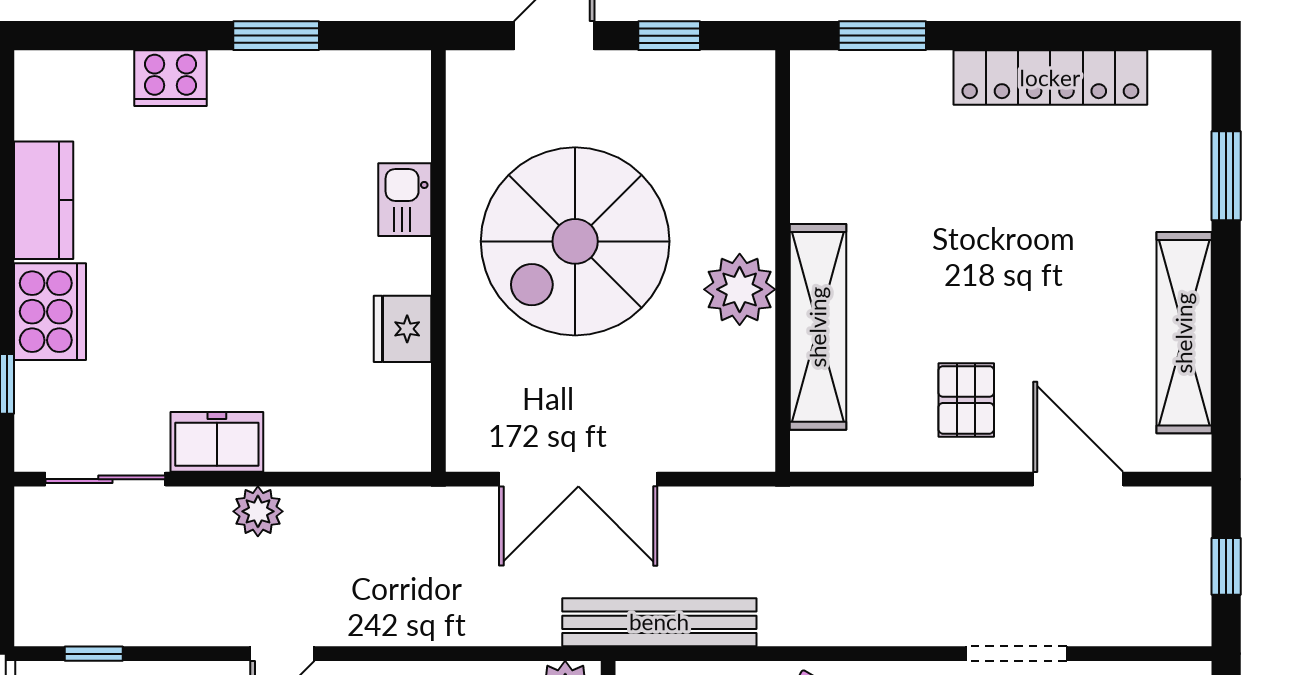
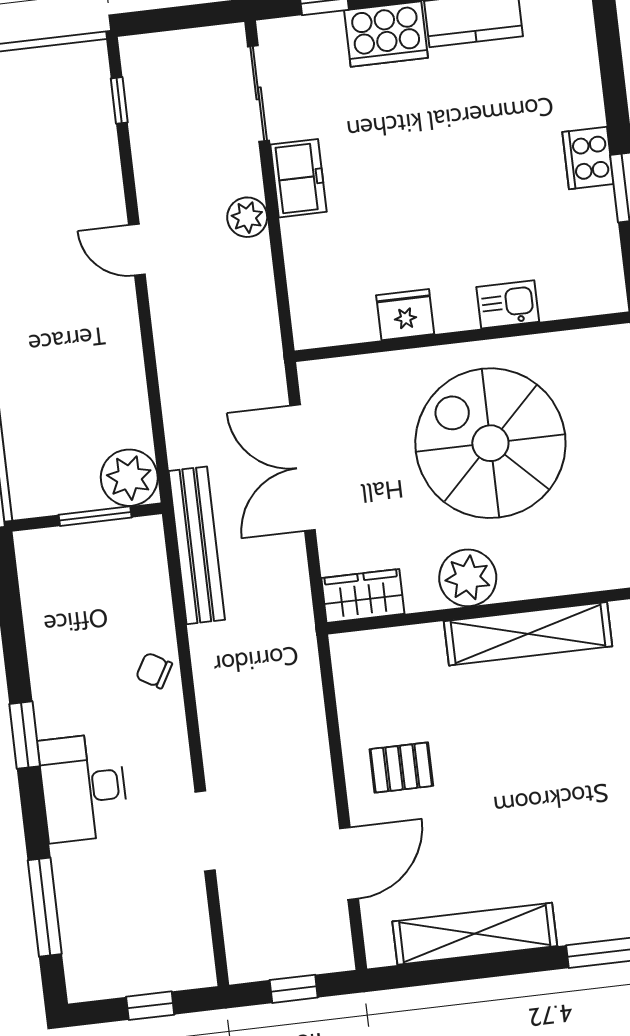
cooker: (171, 78) -> (588, 158), moved
shelving: (818, 327) -> (528, 634), moved
wardrobe: (747, 423) -> (363, 596), added

